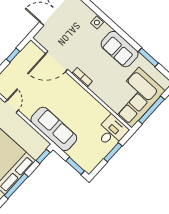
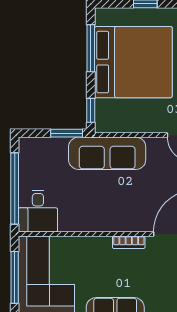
window: (113, 152) -> (15, 188), width x2.11
window: (75, 166) -> (67, 133), moved

